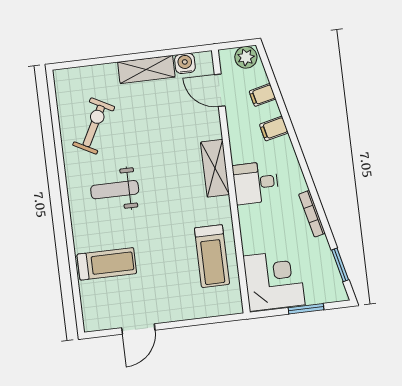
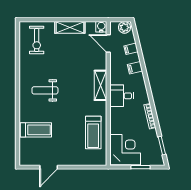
water cooler: (185, 63) -> (101, 27), moved
exercise bike: (94, 126) -> (37, 40), moved, turned 152

